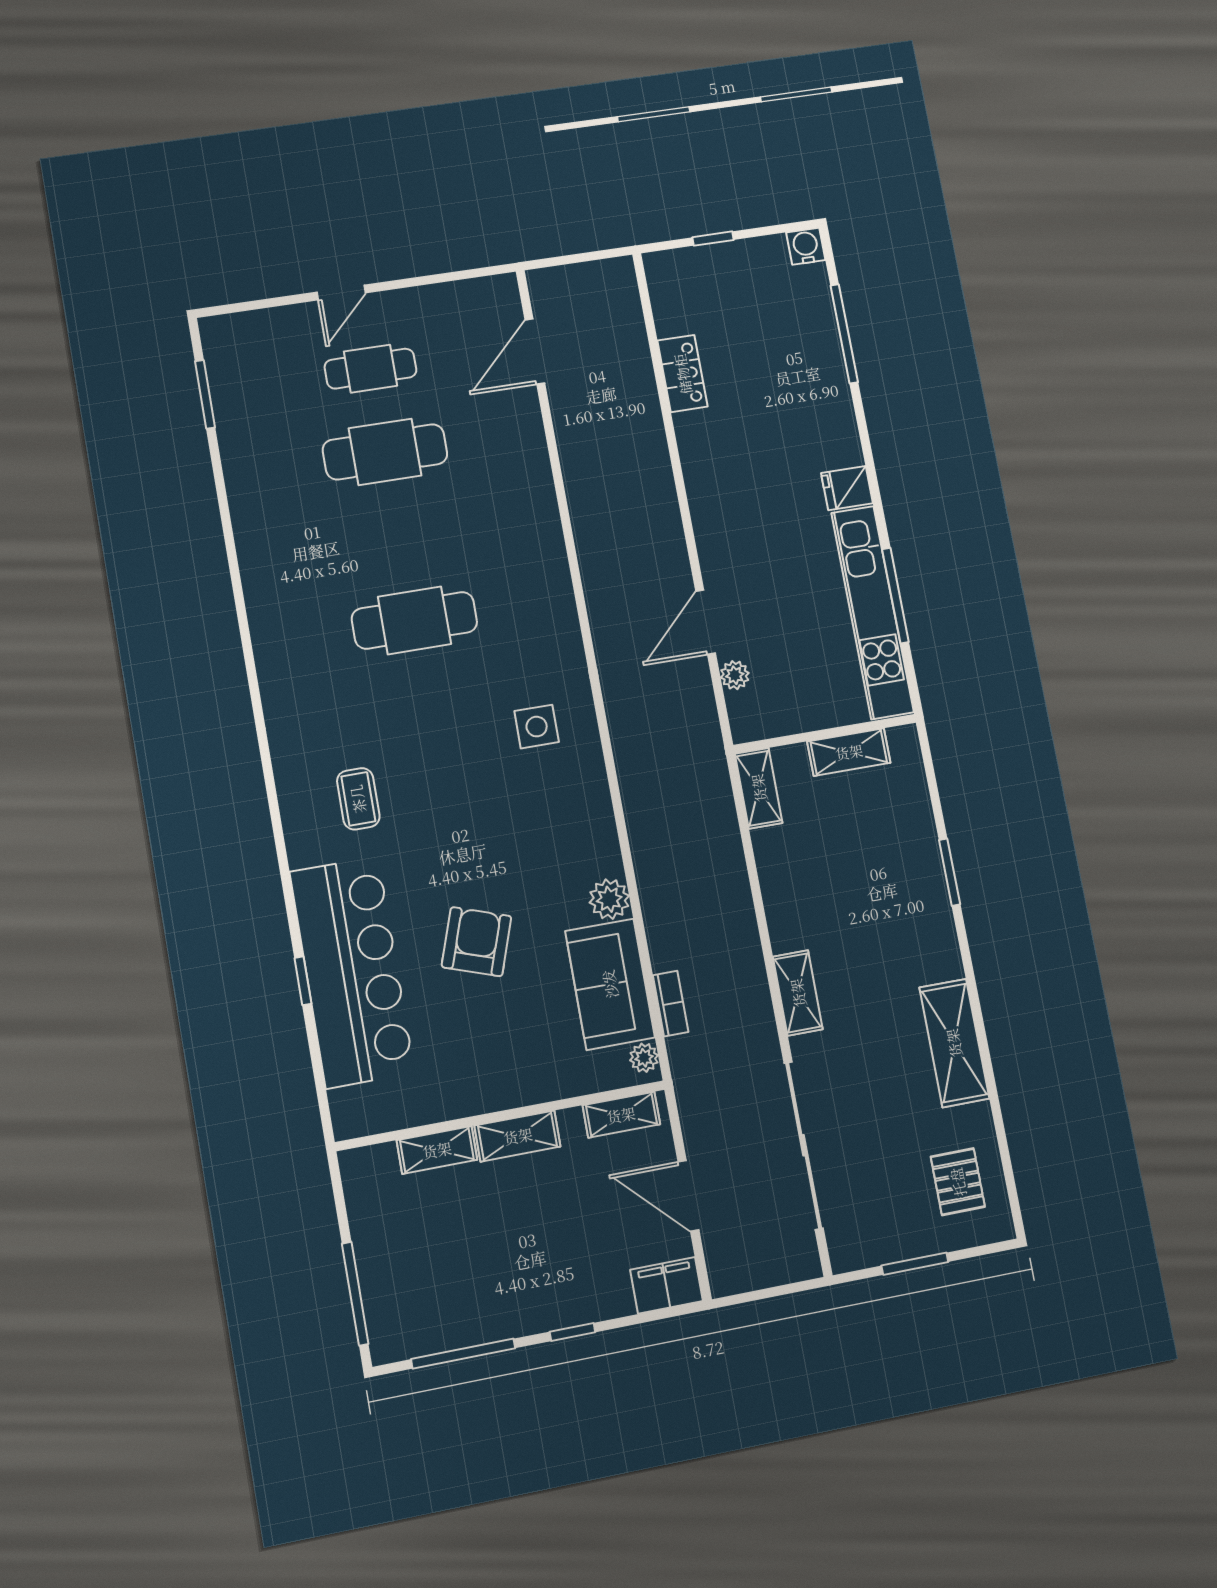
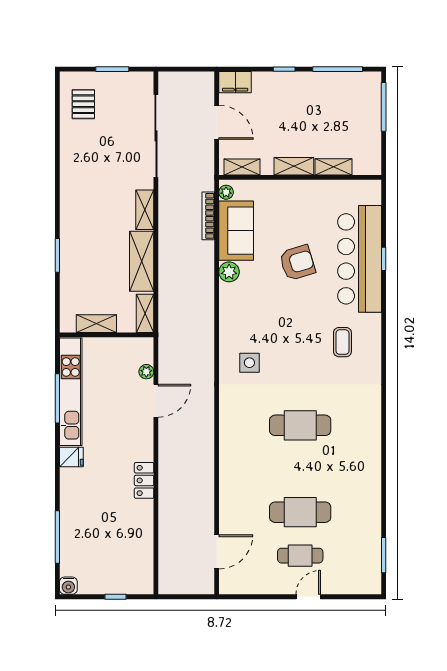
locker: (683, 374) -> (144, 480), moved
armchair: (477, 942) -> (297, 263), turned -126
bookcase: (671, 1004) -> (208, 216), width x1.56
shelving: (954, 1043) -> (142, 261), moved

